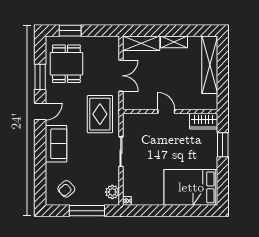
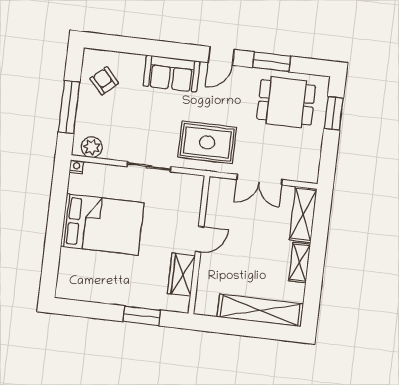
door: (40, 111) -> (221, 56), hinge flipped
wardrobe: (204, 121) -> (181, 275), moved
bed: (191, 187) -> (102, 224), moved, turned 90

